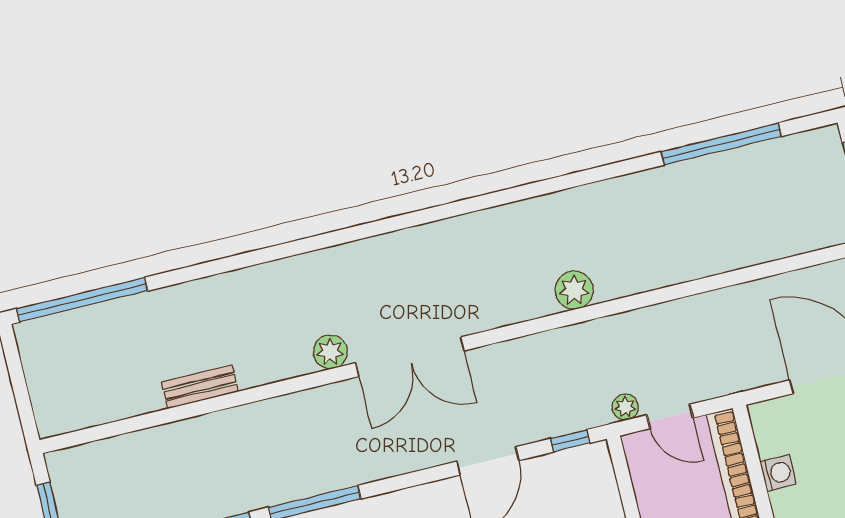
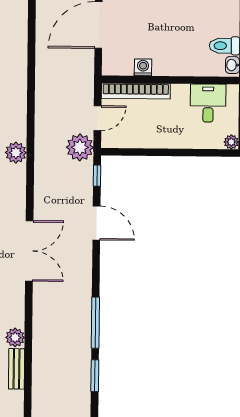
plant: (330, 352) -> (15, 337), moved
plant: (625, 407) -> (80, 147), width x1.88, depth x1.88

